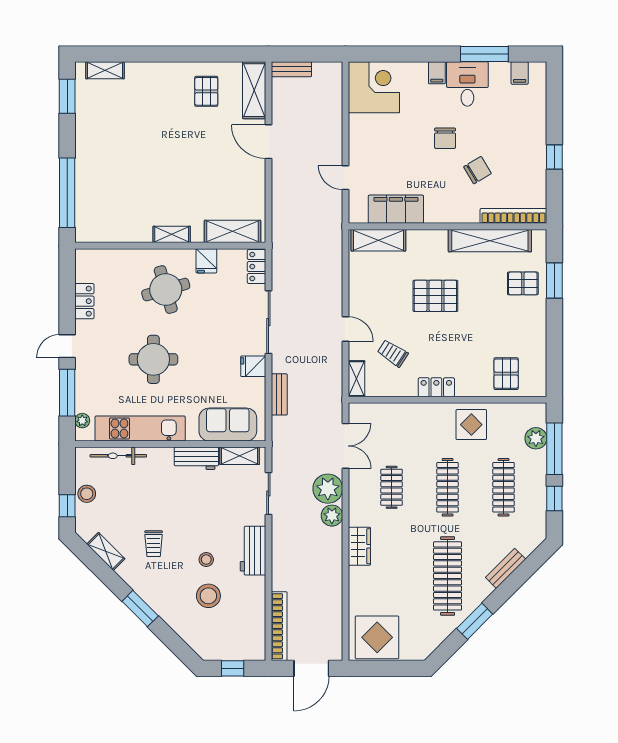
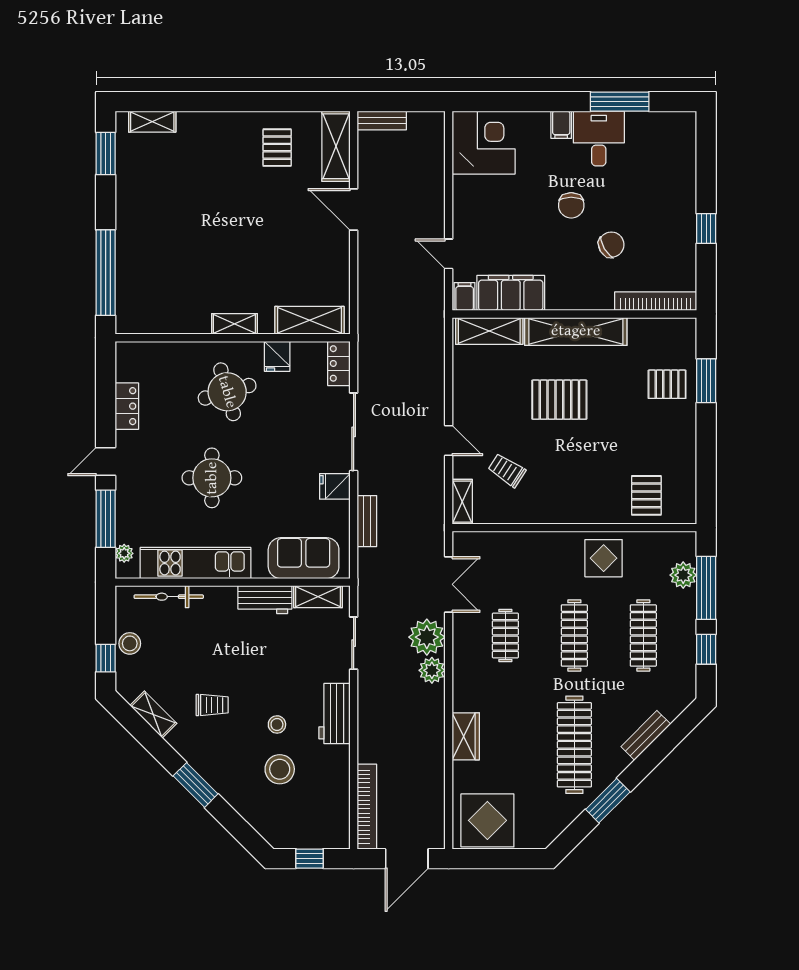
filing cabinet: (520, 73) -> (465, 297), moved, turned 180
shelving: (490, 241) -> (576, 331), moved
locker: (436, 387) -> (561, 512), removed
trolley: (154, 544) -> (212, 705), turned -90
wardrobe: (359, 546) -> (466, 736), moved

